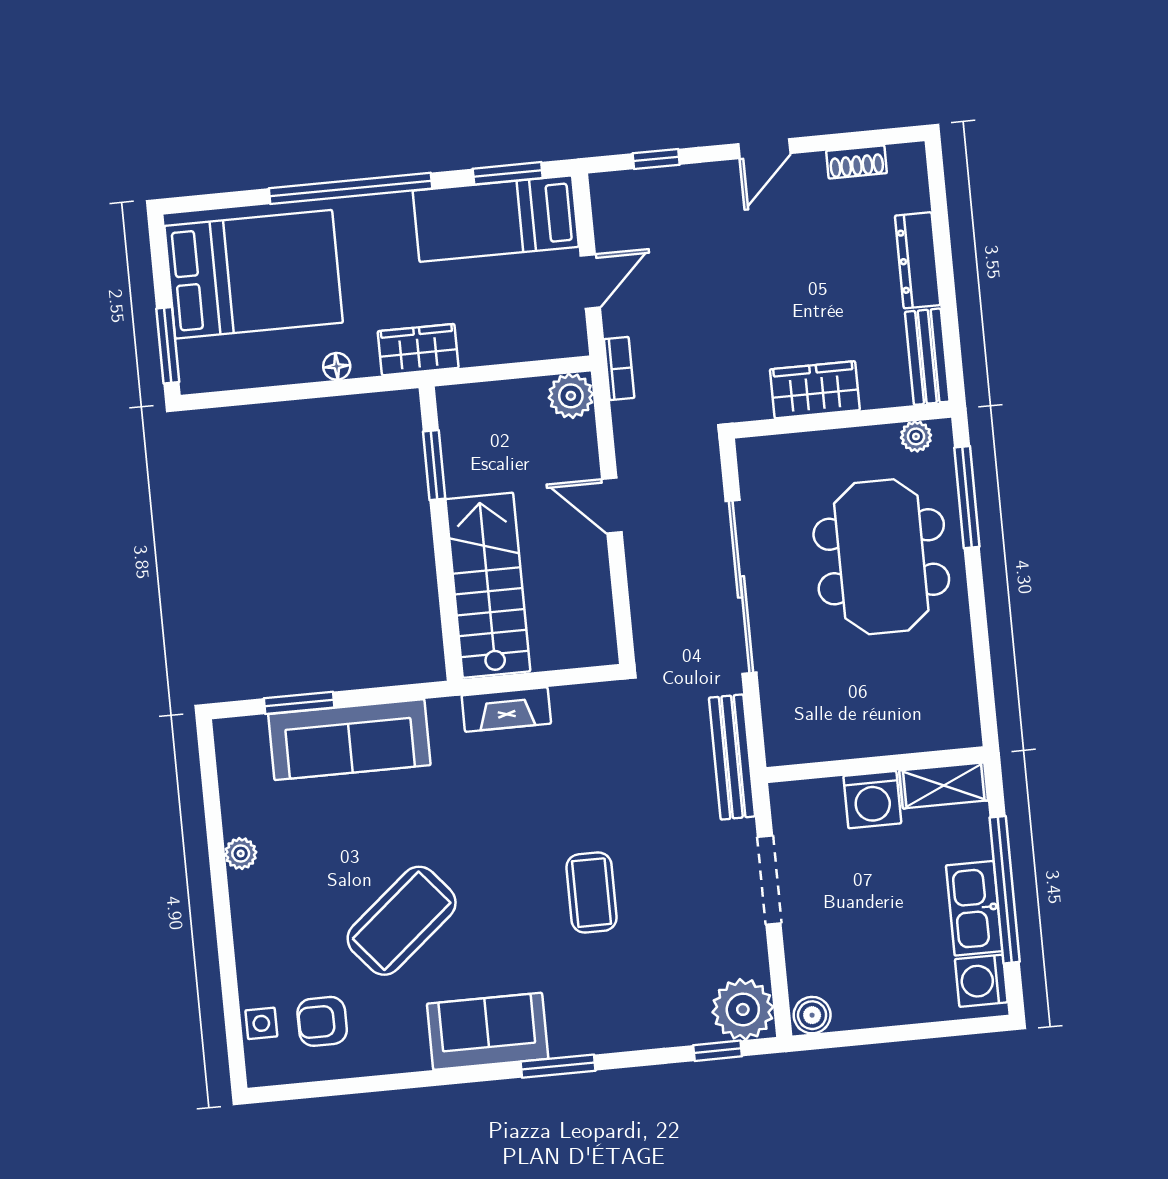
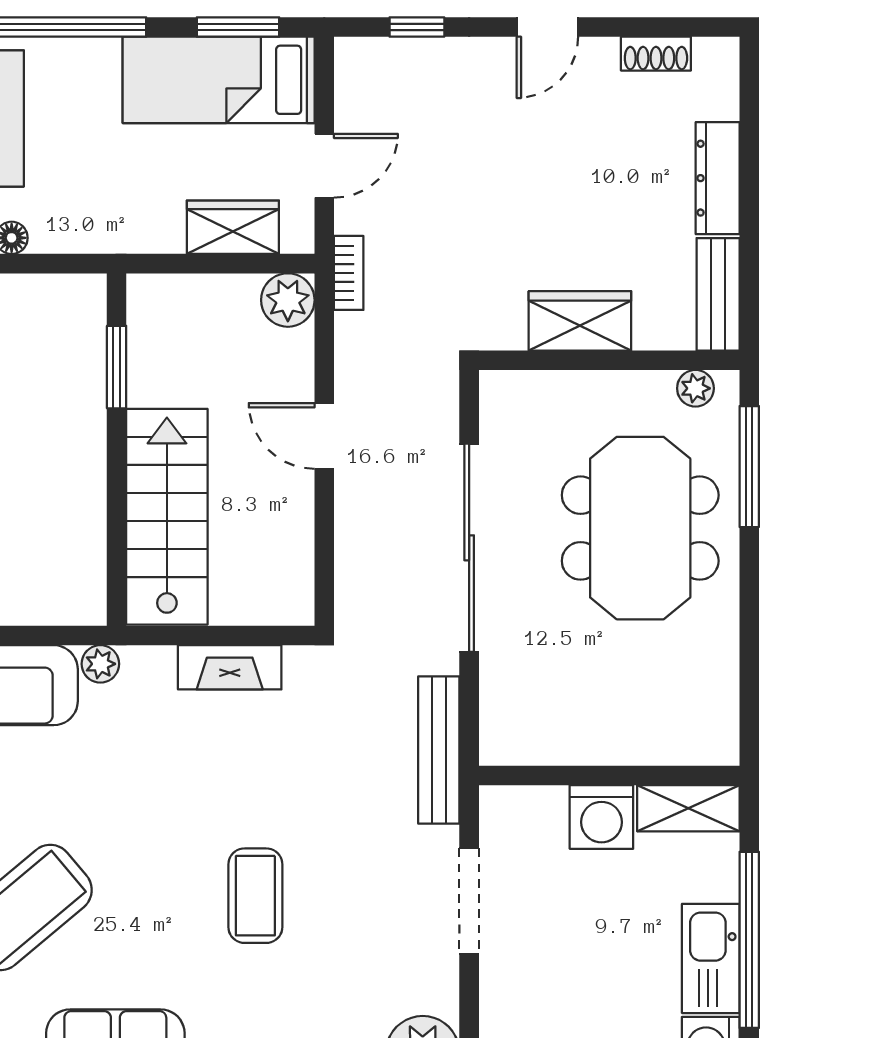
wardrobe: (418, 350) -> (233, 227), moved
fireplace: (506, 710) -> (230, 667), moved
plant: (444, 713) -> (100, 664), added

